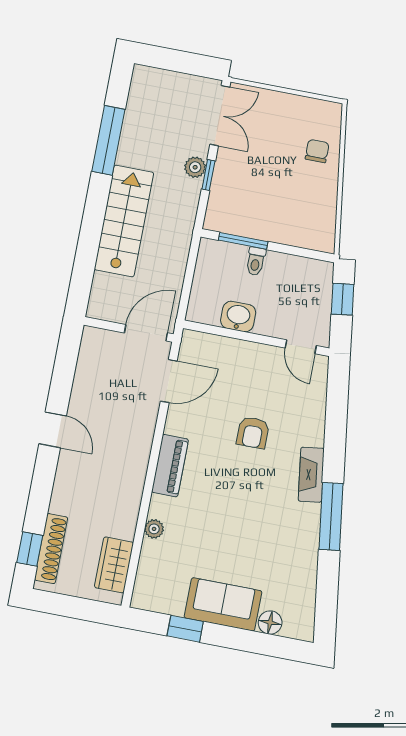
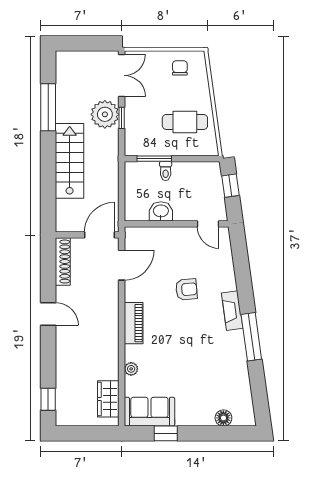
chair: (317, 151) -> (180, 68), moved
plant: (195, 167) -> (105, 114), width x1.88, depth x1.88
cafe table: (296, 198) -> (185, 122), added
armchair: (253, 433) -> (186, 289), turned -95
shoe rack: (51, 549) -> (63, 262), moved
sofa: (223, 604) -> (149, 412), moved

